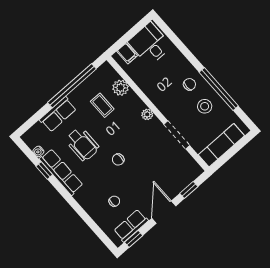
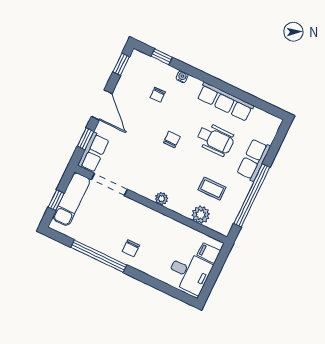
stool: (205, 106) -> (106, 232), removed
doorway: (177, 135) -> (109, 184), moved
wheelchair: (82, 144) -> (215, 140), turned 180
window: (234, 150) -> (56, 200), added
water cooler: (38, 151) -> (182, 77), moved
window: (44, 170) -> (162, 57), moved
row of seats: (131, 226) -> (93, 152), moved

